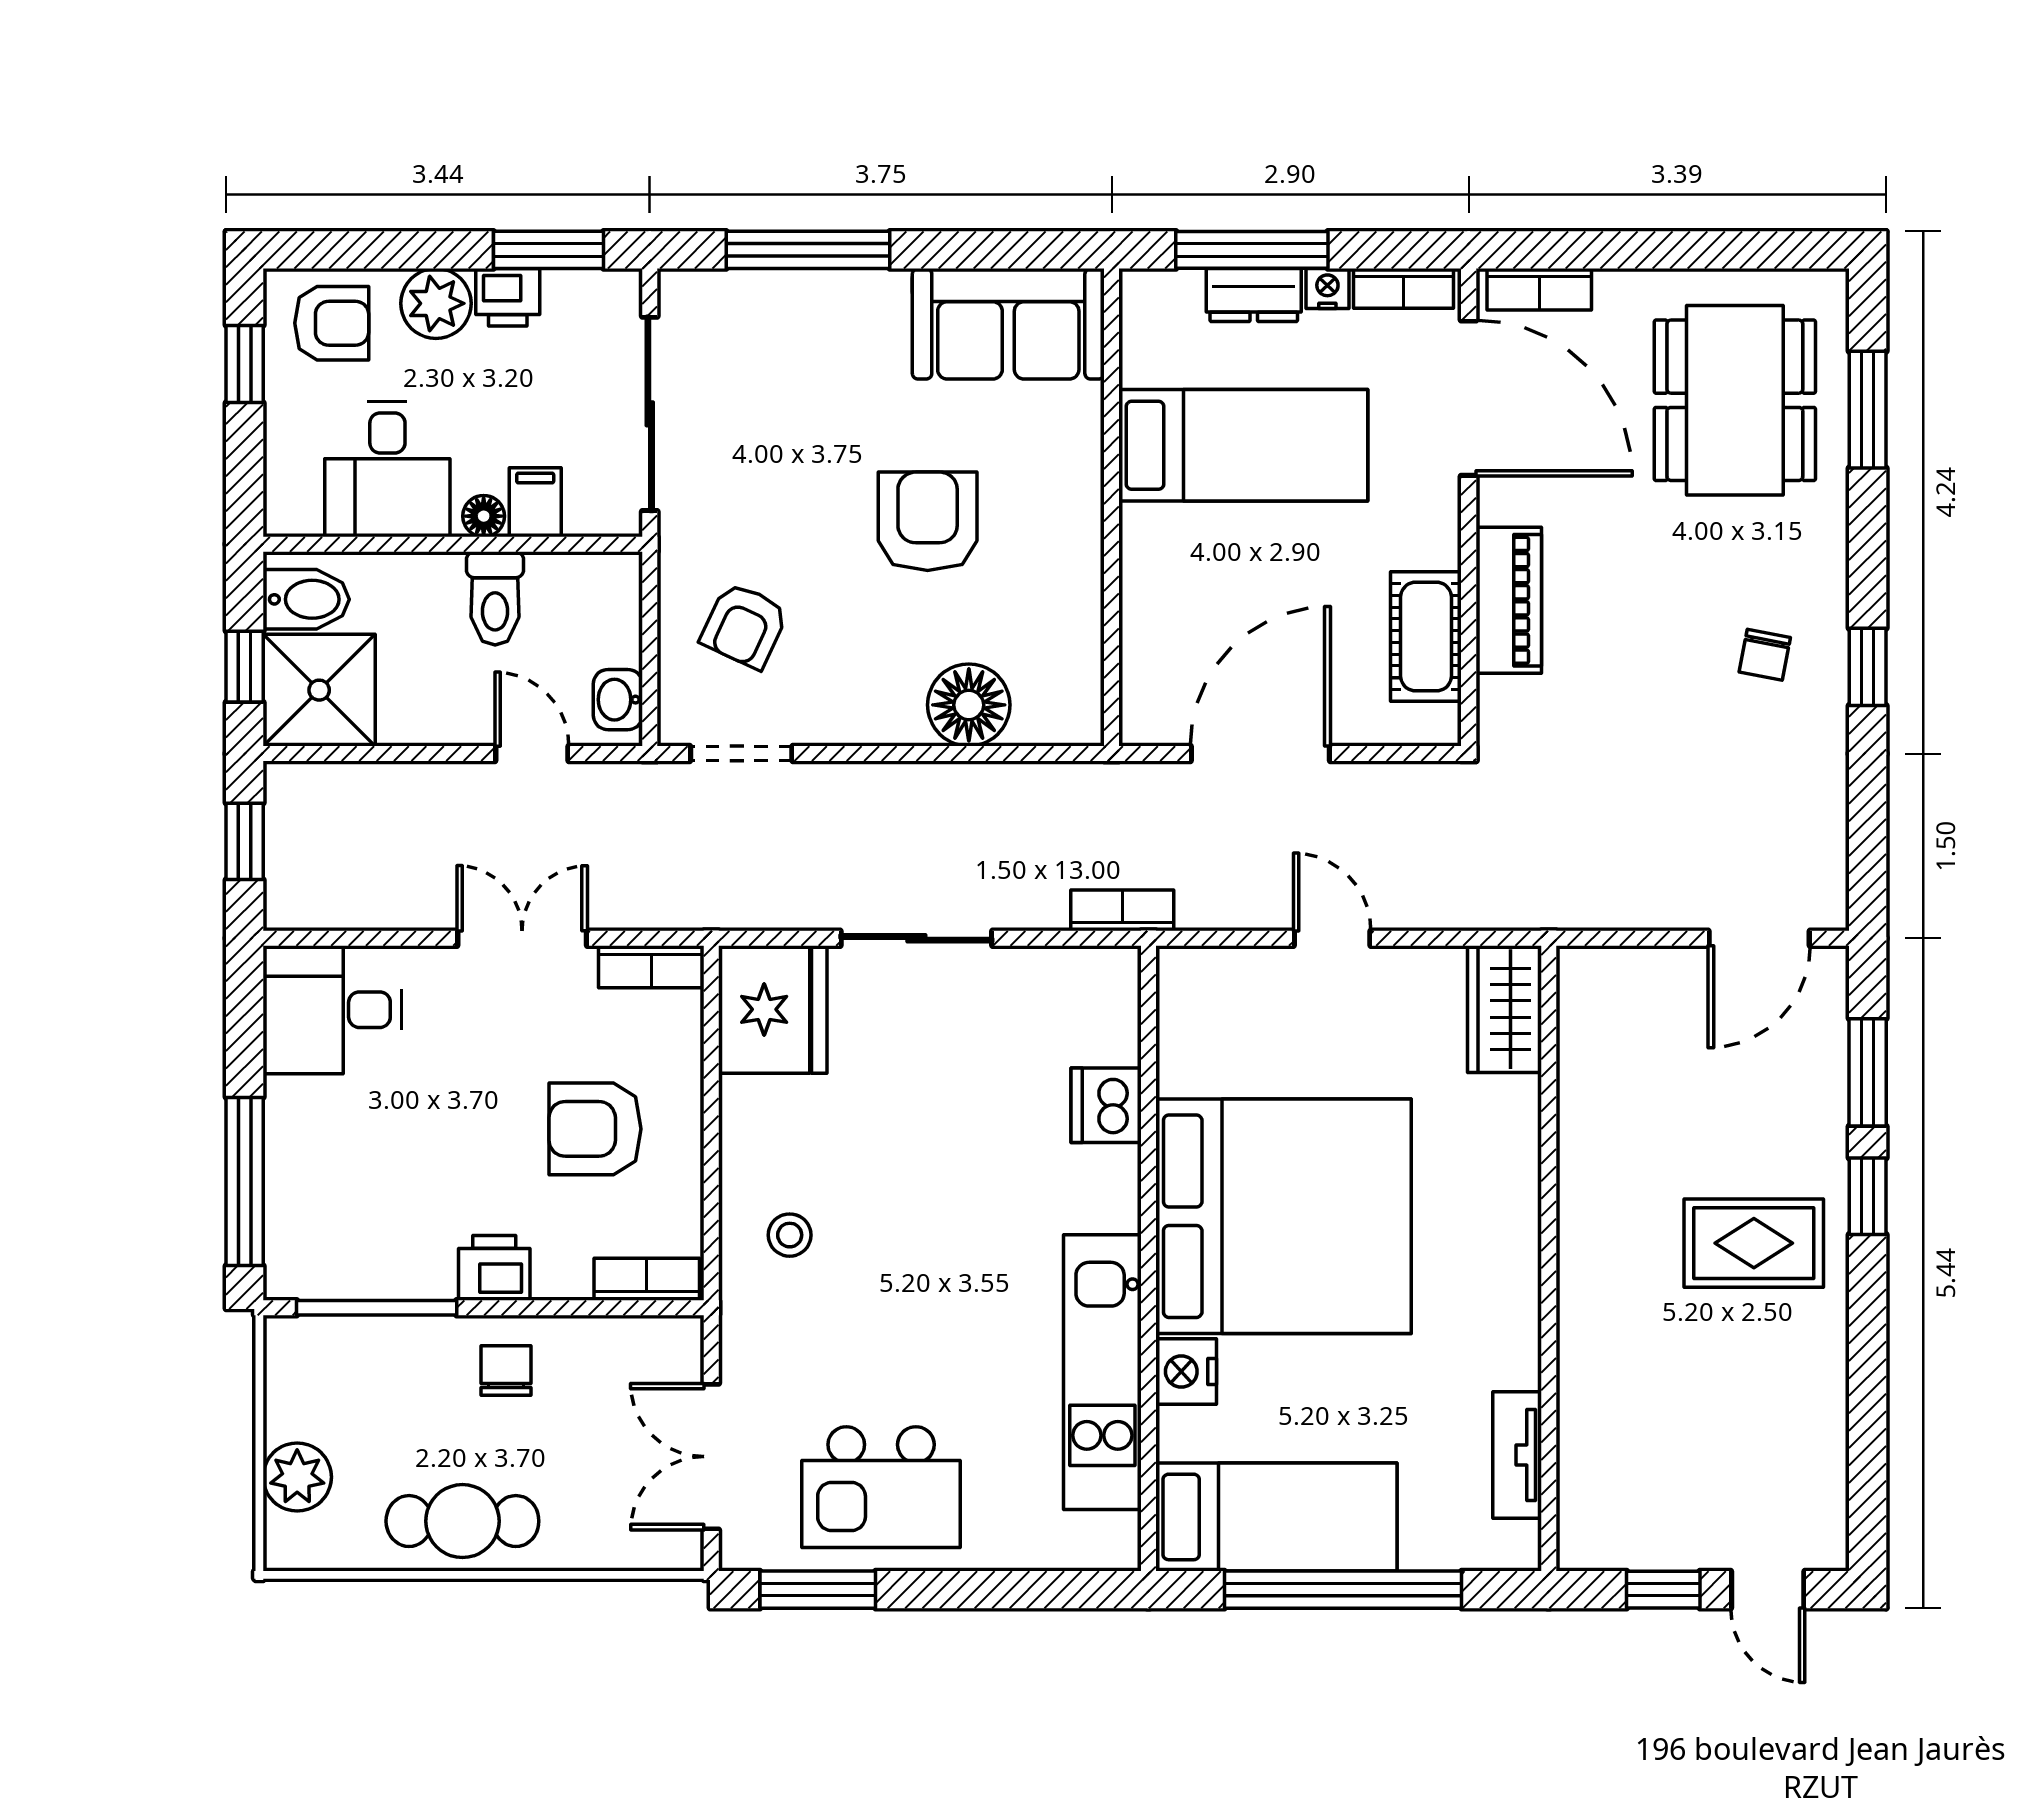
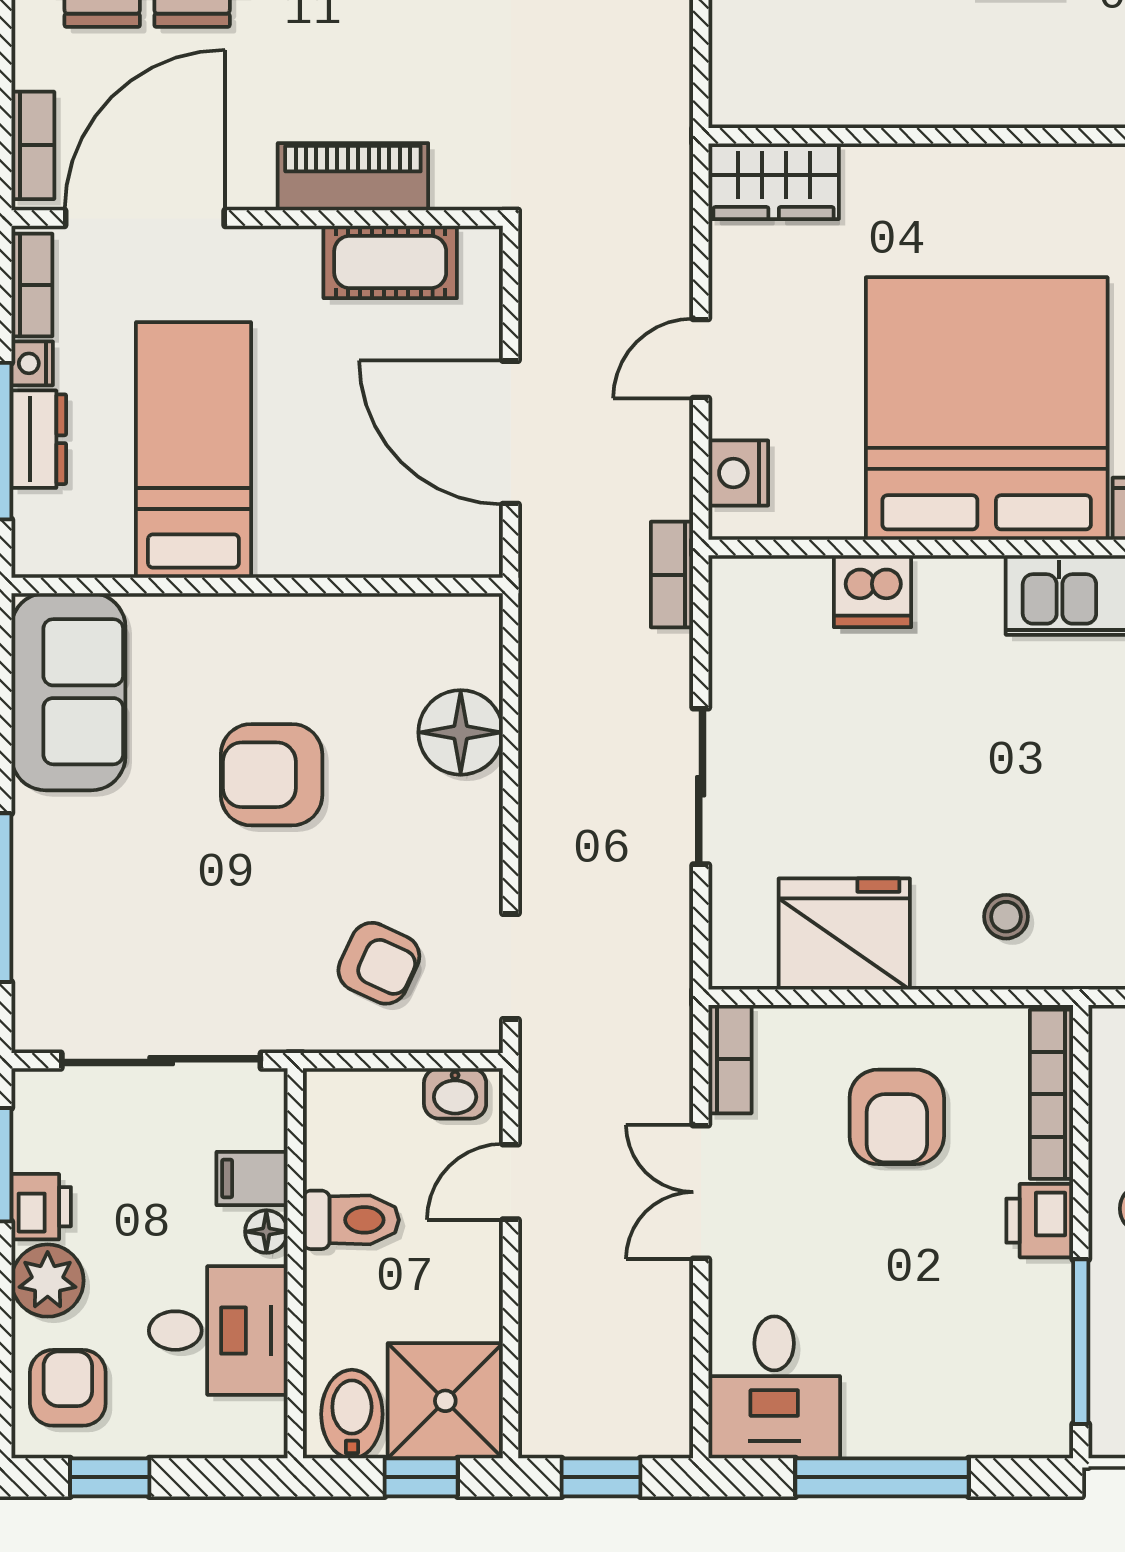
nightstand: (1221, 975) -> (738, 473), added
fridge: (773, 1009) -> (844, 934), moved
window: (245, 1181) -> (882, 1477), moved
bookcase: (647, 1279) -> (1052, 1094), width x1.56

